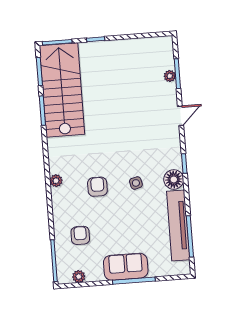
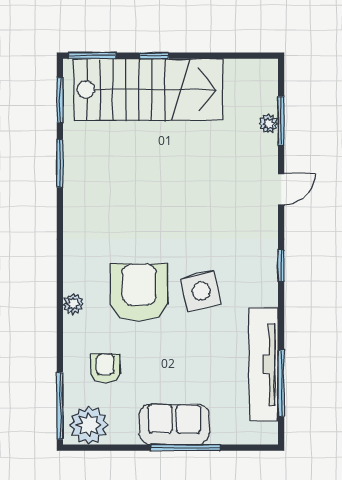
stairs: (62, 90) -> (148, 90), moved, turned 90
floor lamp: (174, 179) -> (262, 290), removed
plant: (56, 181) -> (73, 304), moved
side table: (136, 183) -> (201, 291), width x1.87, depth x1.87
armchair: (97, 187) -> (139, 292), width x1.88, depth x1.88
plant: (79, 277) -> (89, 425), width x1.87, depth x1.87

